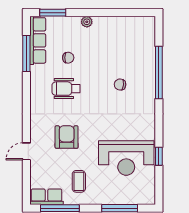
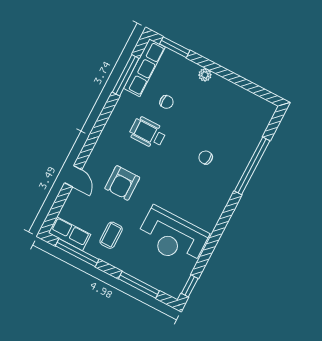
armchair: (67, 137) -> (122, 183), turned 180
door: (26, 151) -> (73, 176), swing flipped
window: (159, 156) -> (190, 286), moved

